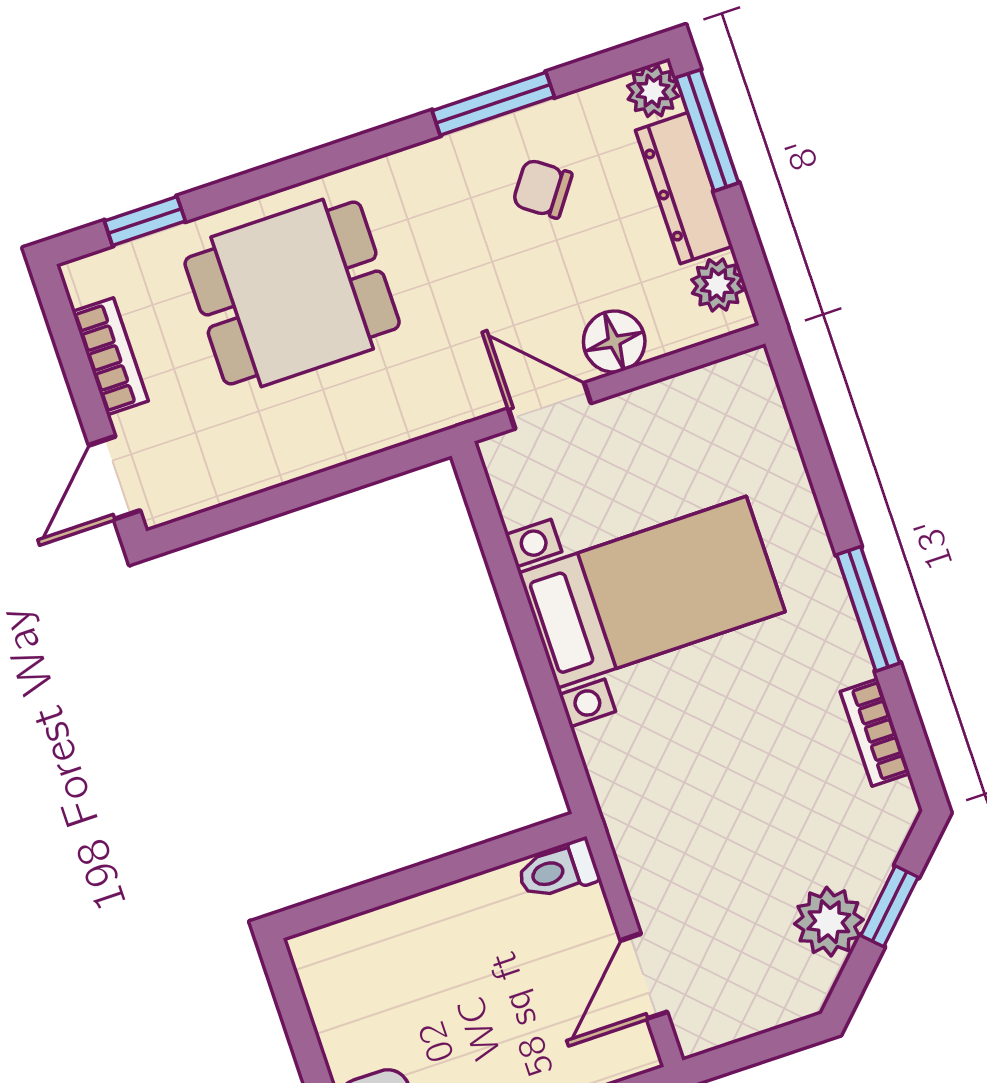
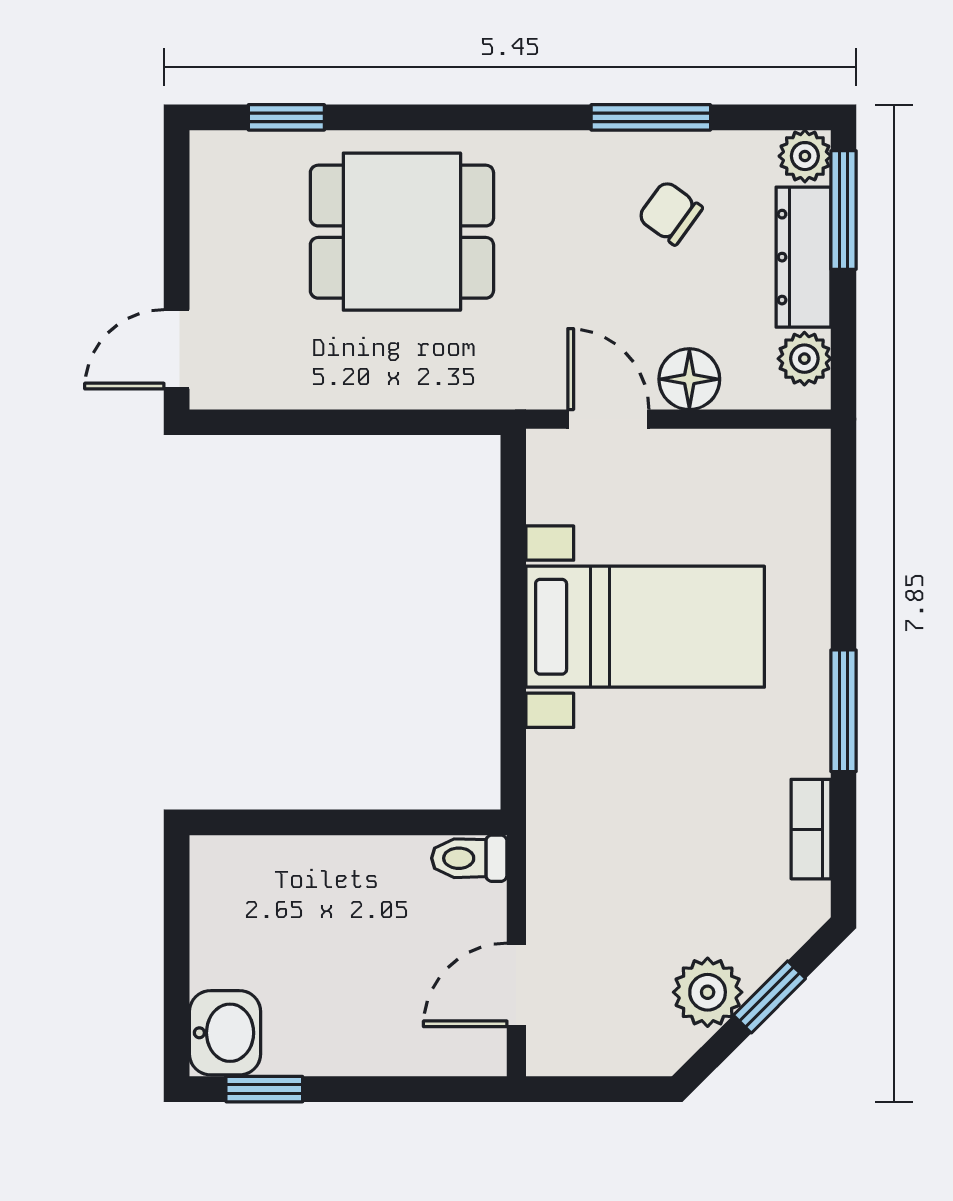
bookcase: (110, 356) -> (211, 234), removed

